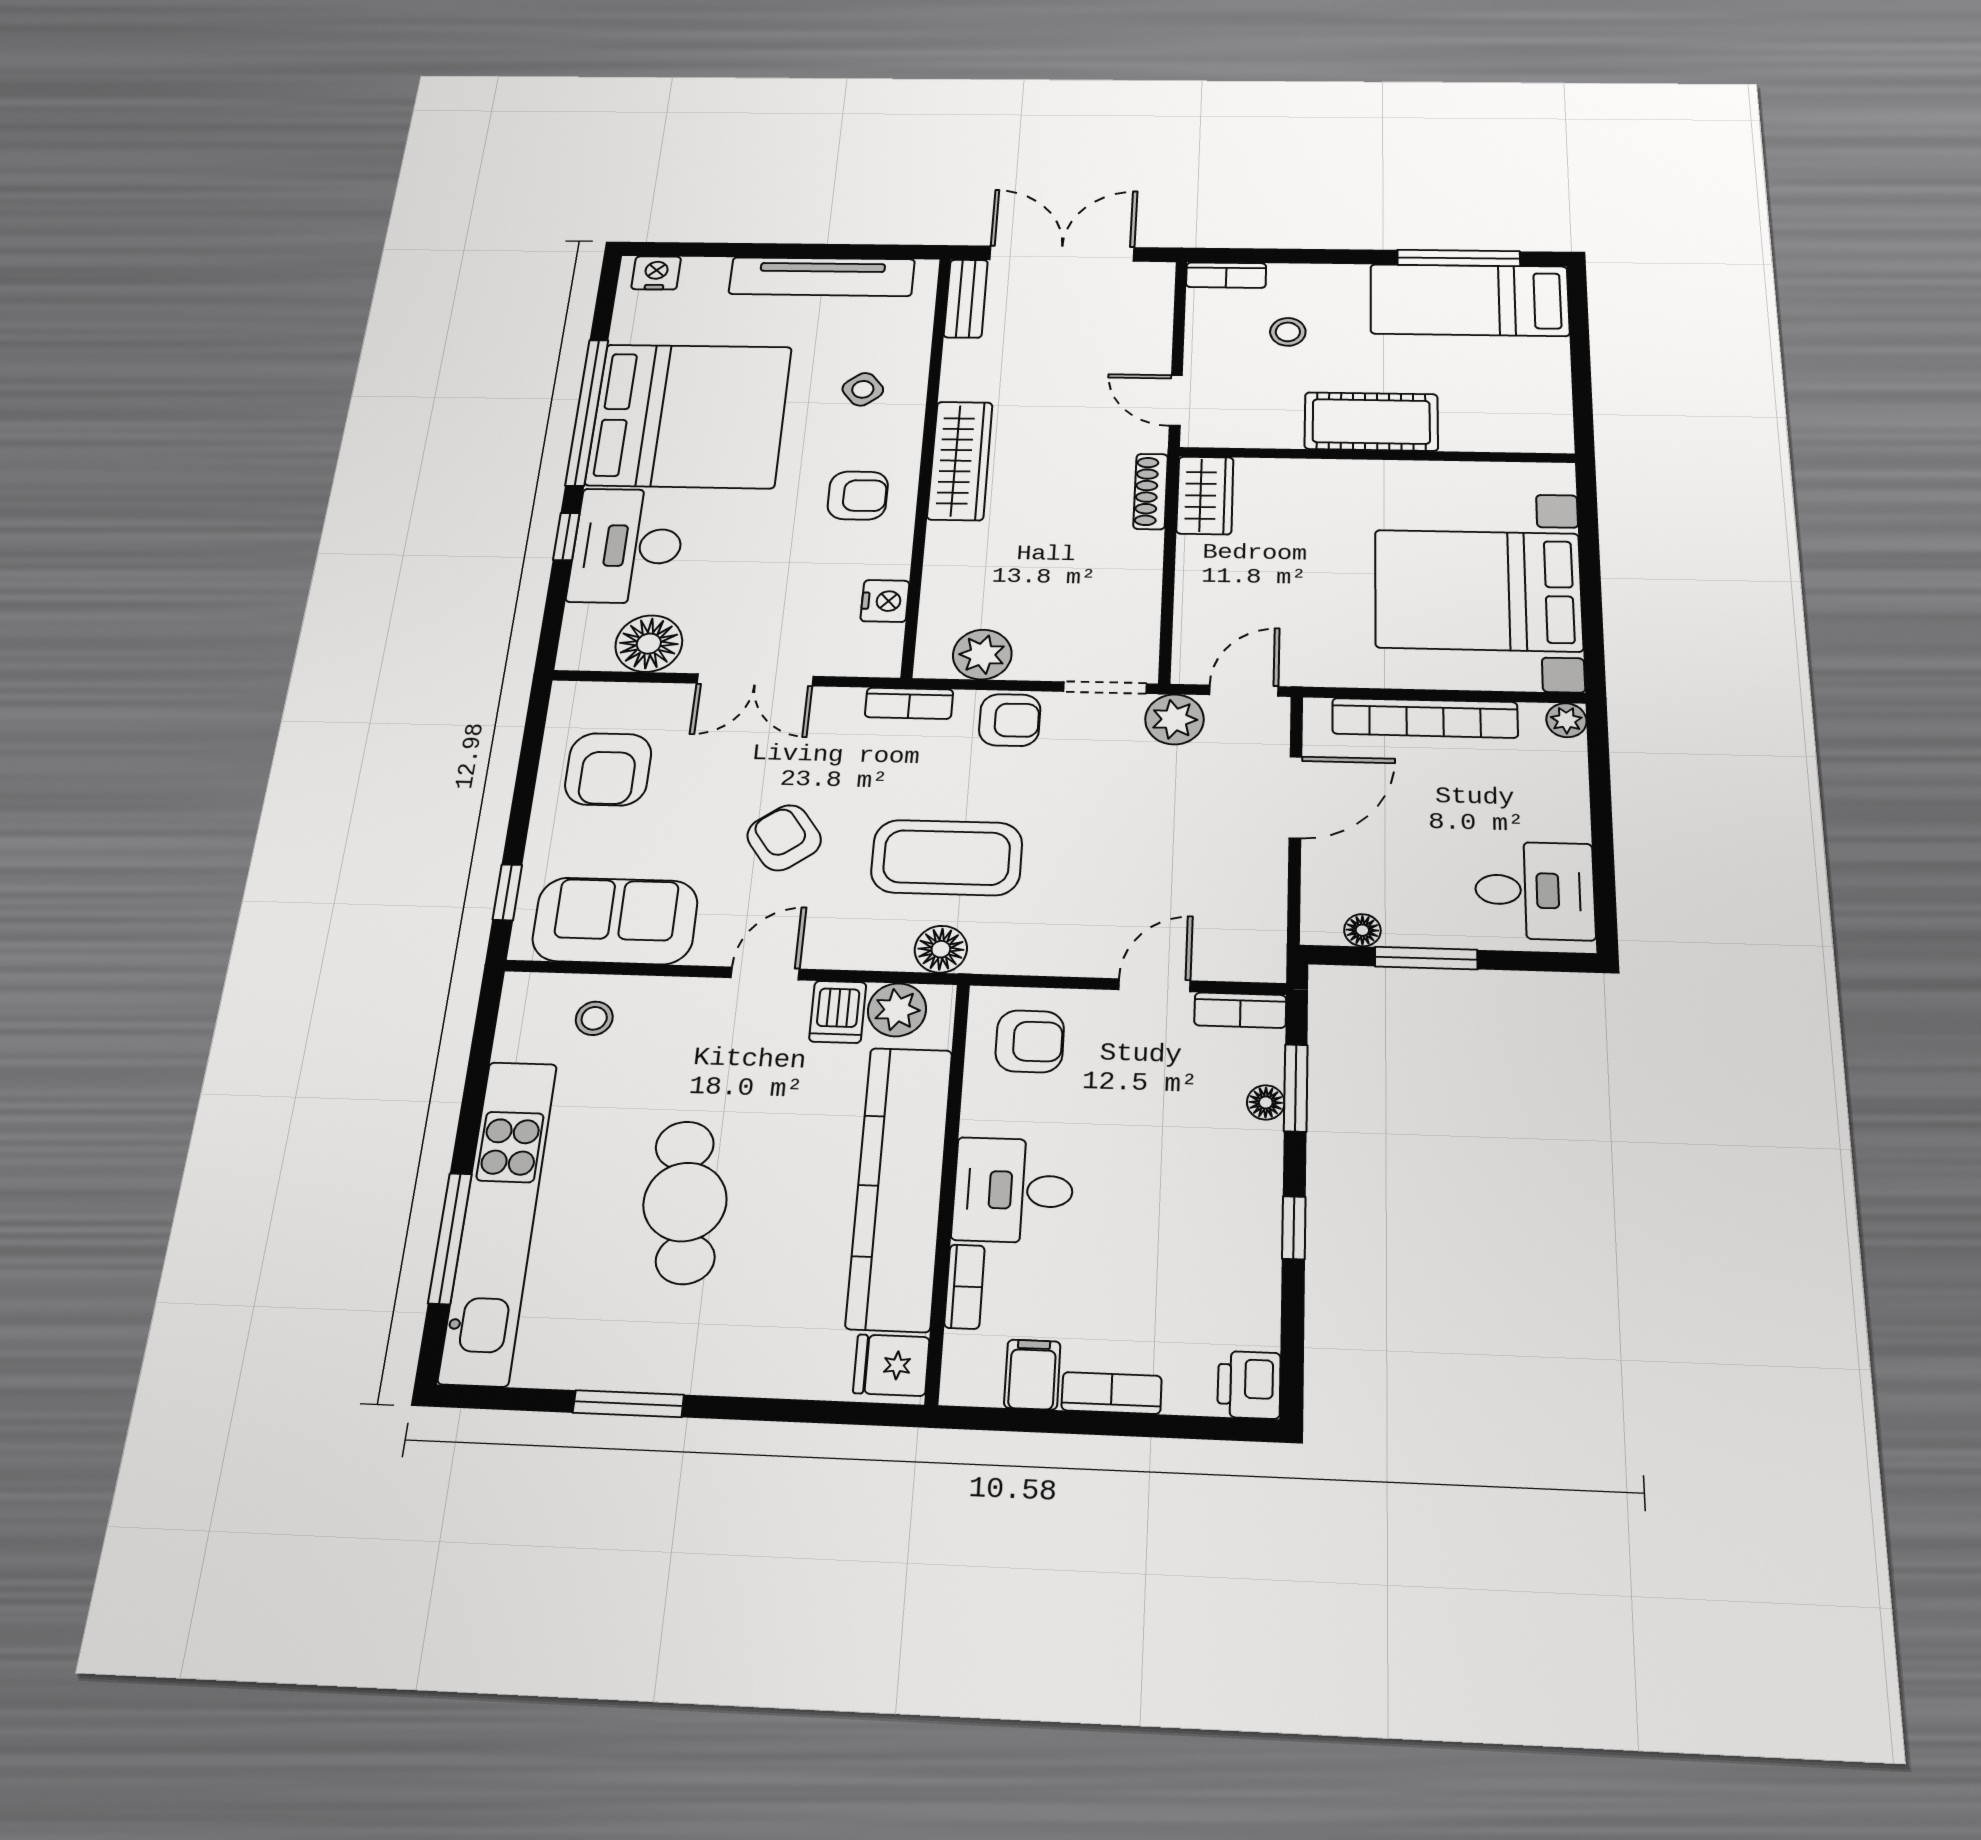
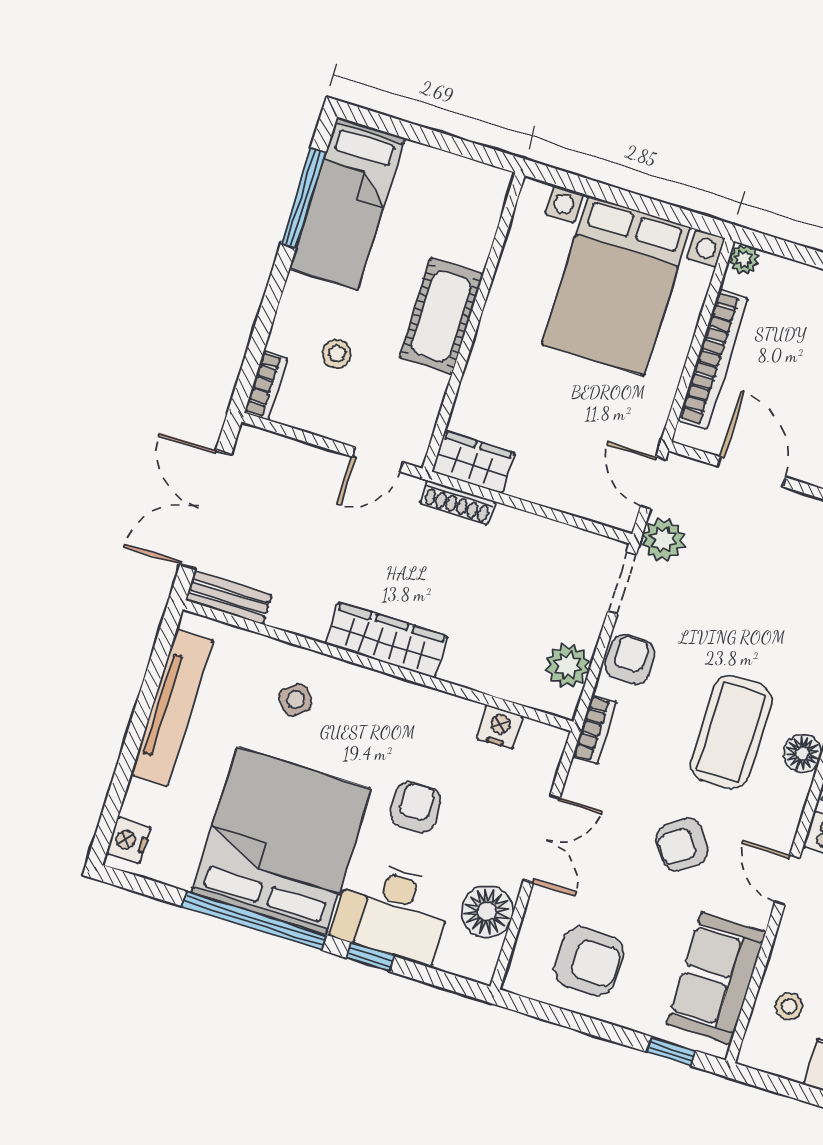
armchair: (858, 495) -> (415, 807), moved

